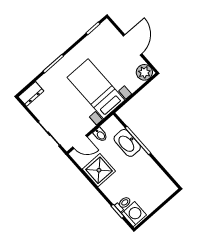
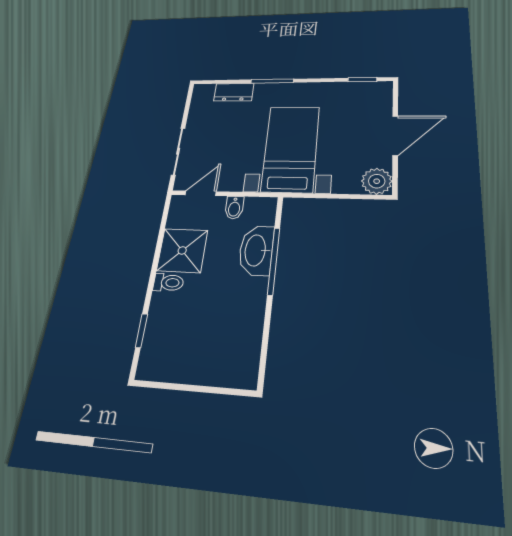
dresser: (31, 94) -> (234, 92), moved
door: (80, 142) -> (201, 193), swing flipped
toilet: (123, 204) -> (168, 283), moved
washing machine: (134, 214) -> (156, 359), removed

